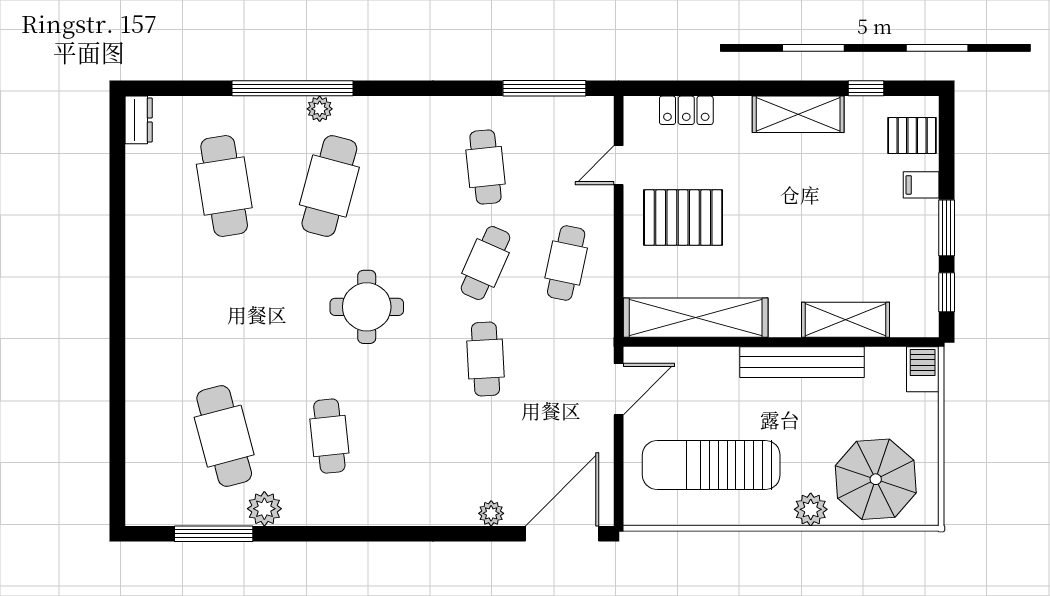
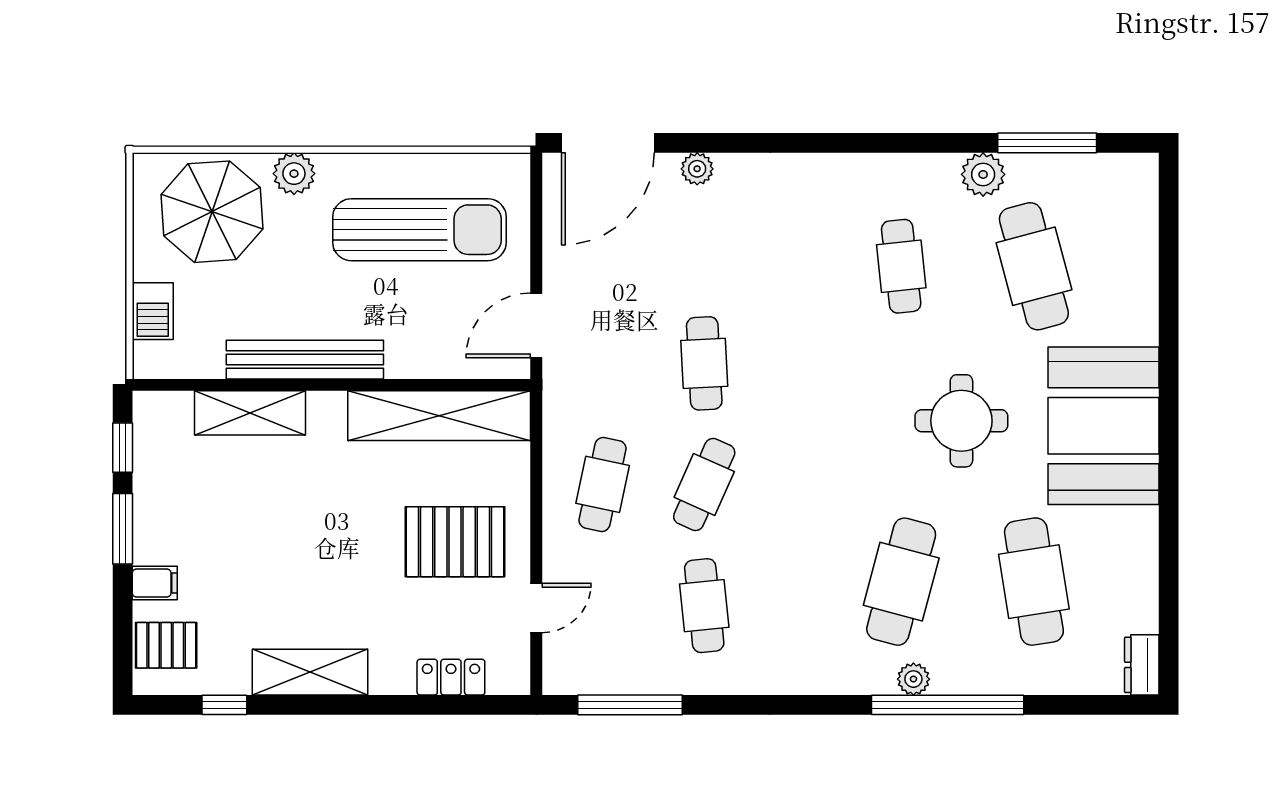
round table: (367, 307) -> (961, 421), moved
booth: (169, 310) -> (1103, 426), added
barbecue: (923, 369) -> (153, 311), moved

